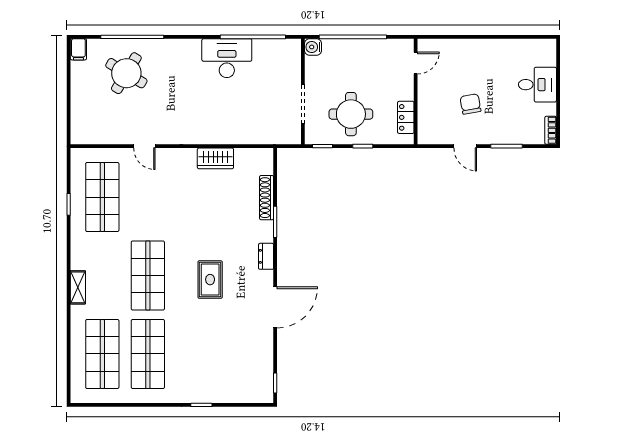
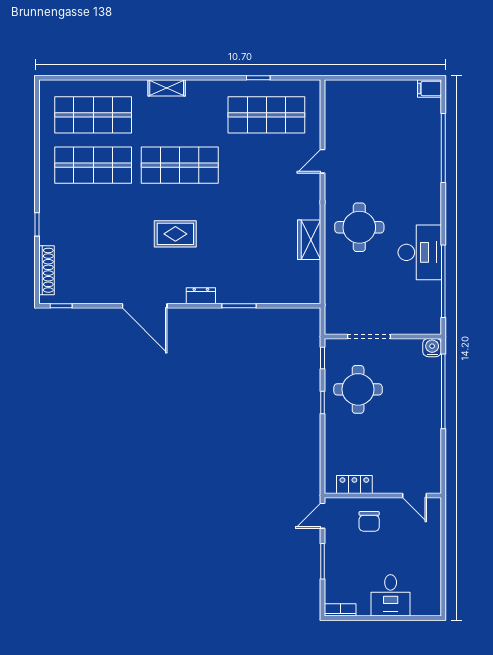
door: (416, 63) -> (414, 495), moved
round table: (126, 73) -> (359, 227), moved, turned -31
wall: (416, 92) -> (383, 495), moved
chair: (470, 104) -> (369, 521), turned 100
locker: (406, 117) -> (354, 485), moved
shoe rack: (267, 198) -> (47, 270), moved, turned 90

